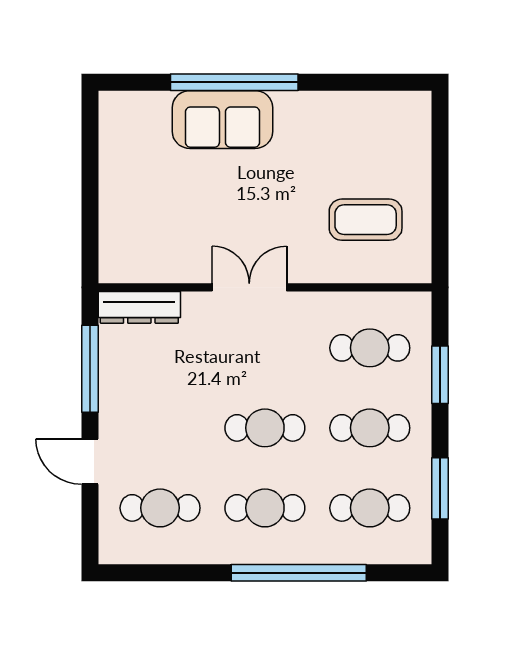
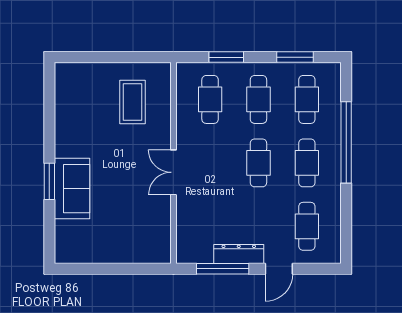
window: (234, 82) -> (49, 181), width x0.47
dresser: (139, 307) -> (239, 254), moved, turned -90

